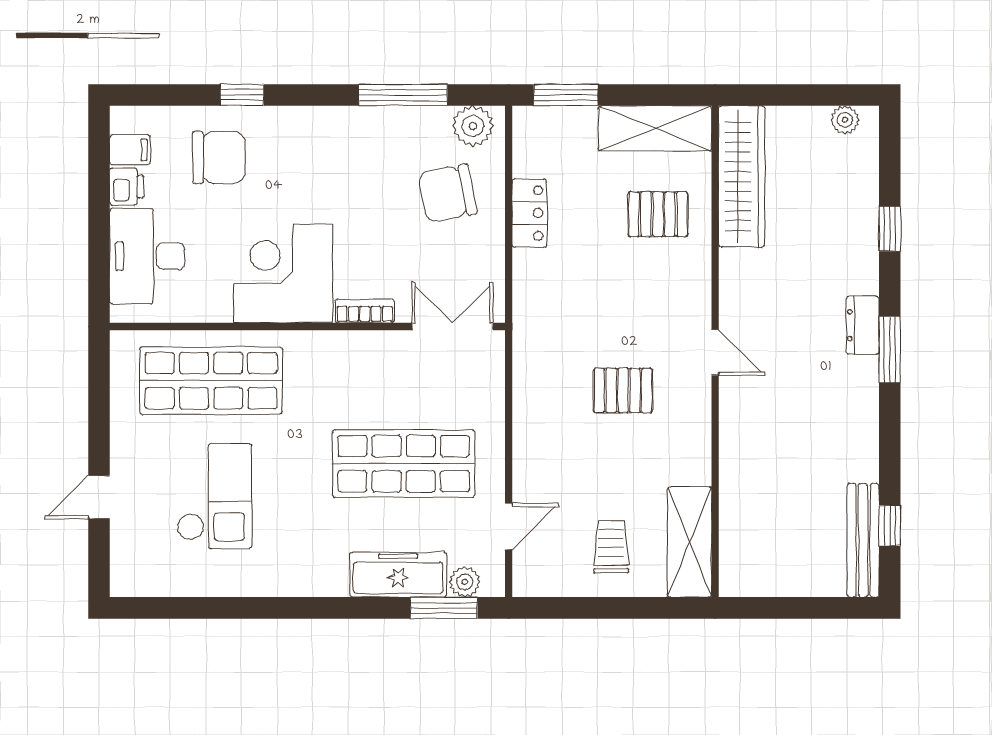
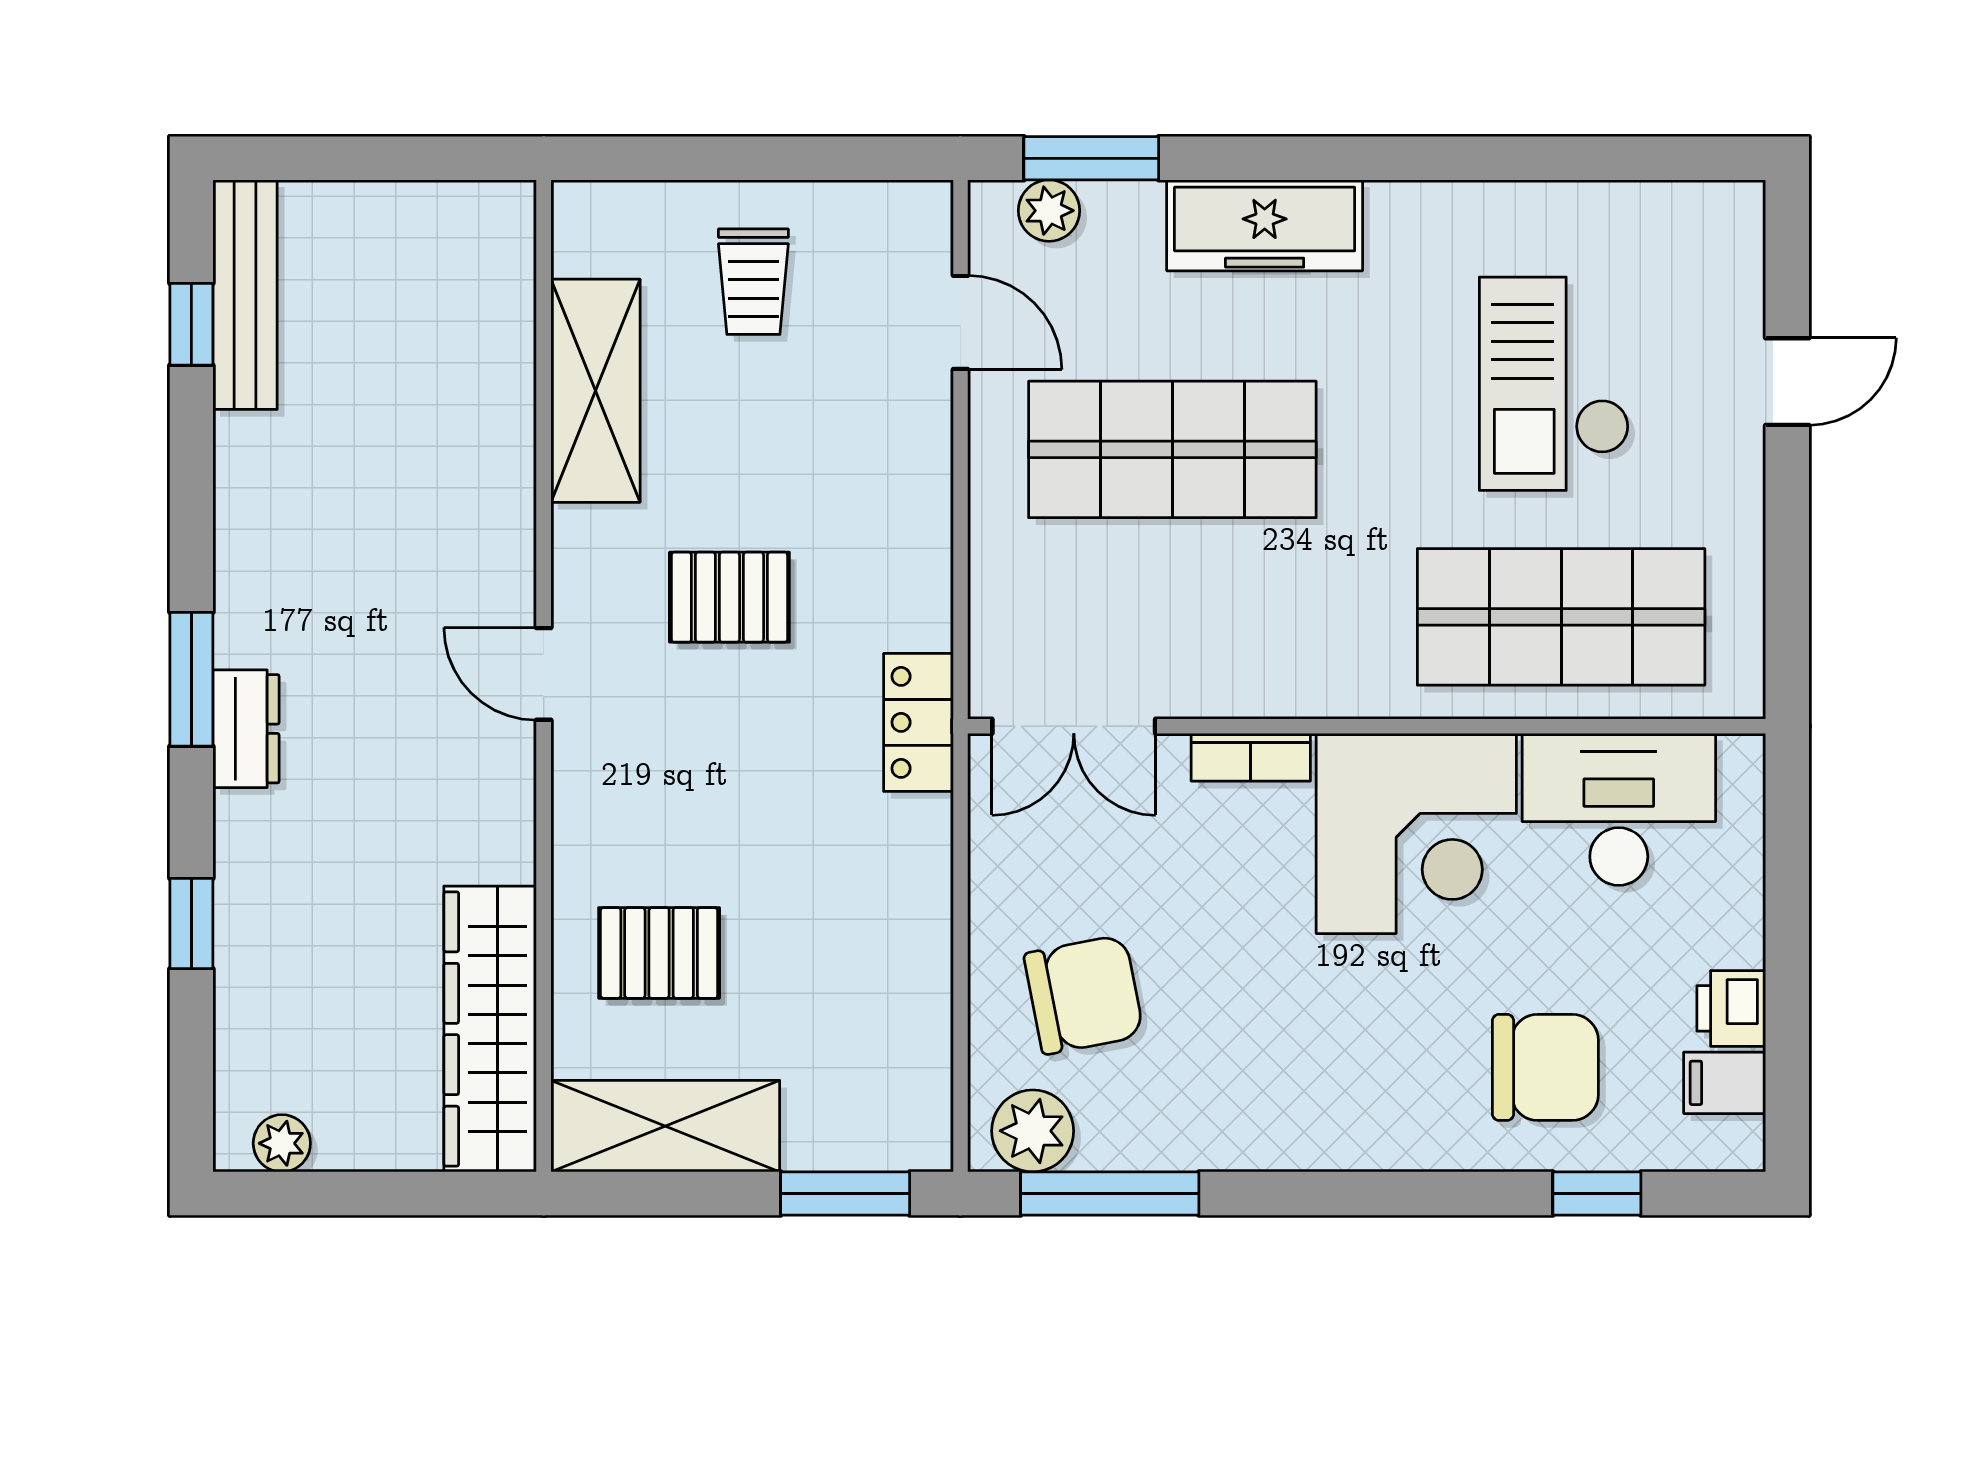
window: (242, 95) -> (1597, 1193), moved
window: (403, 95) -> (1110, 1193), moved
chair: (219, 157) -> (1545, 1067), turned 180
locker: (529, 213) -> (918, 722), moved
desk: (147, 256) -> (1619, 809), moved, turned -90
door: (509, 527) -> (961, 322), swing flipped
shelving: (689, 542) -> (595, 391), moved
freezer: (398, 575) -> (1265, 225), moved

